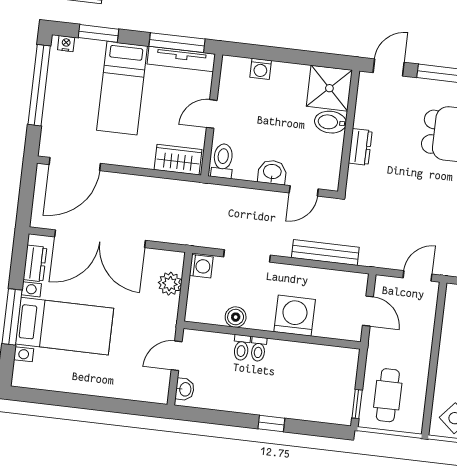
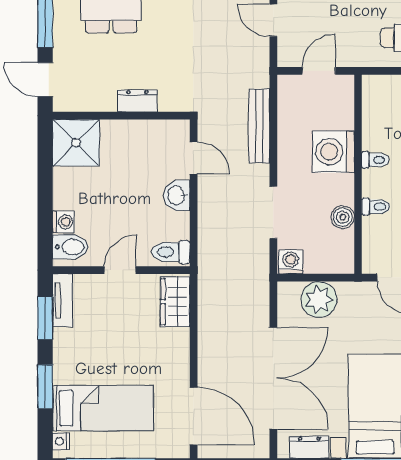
window: (99, 33) -> (45, 387), moved
window: (177, 43) -> (45, 318), width x0.69
tv unit: (181, 59) -> (63, 300), width x0.71
bed: (122, 88) -> (103, 408), moved
door: (212, 114) -> (120, 270), swing flipped
bidet: (330, 122) -> (70, 247), moved, turned -90
plant: (170, 284) -> (319, 299), width x1.36, depth x1.36
toilet: (258, 349) -> (375, 160), moved

